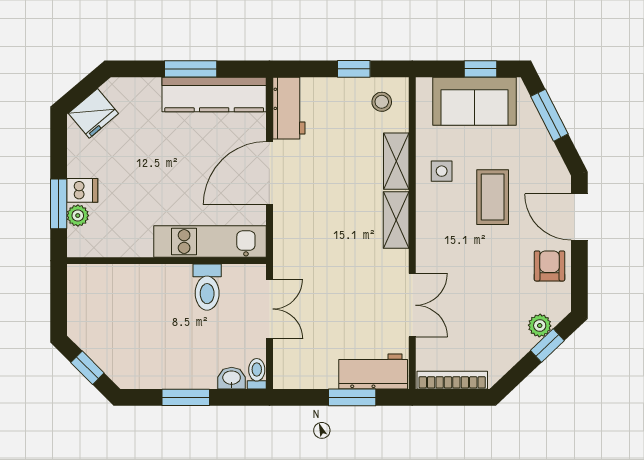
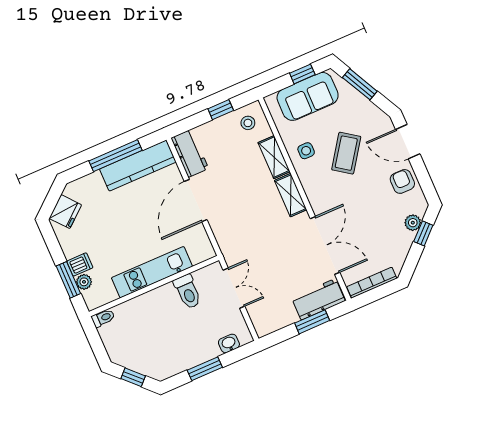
window: (191, 69) -> (115, 156), width x1.44
coffee table: (493, 197) -> (346, 153), turned 35
kitchen unit: (210, 242) -> (152, 272), moved
double door: (412, 305) -> (325, 245), width x1.37
toilet: (257, 374) -> (103, 318), moved, turned 90

